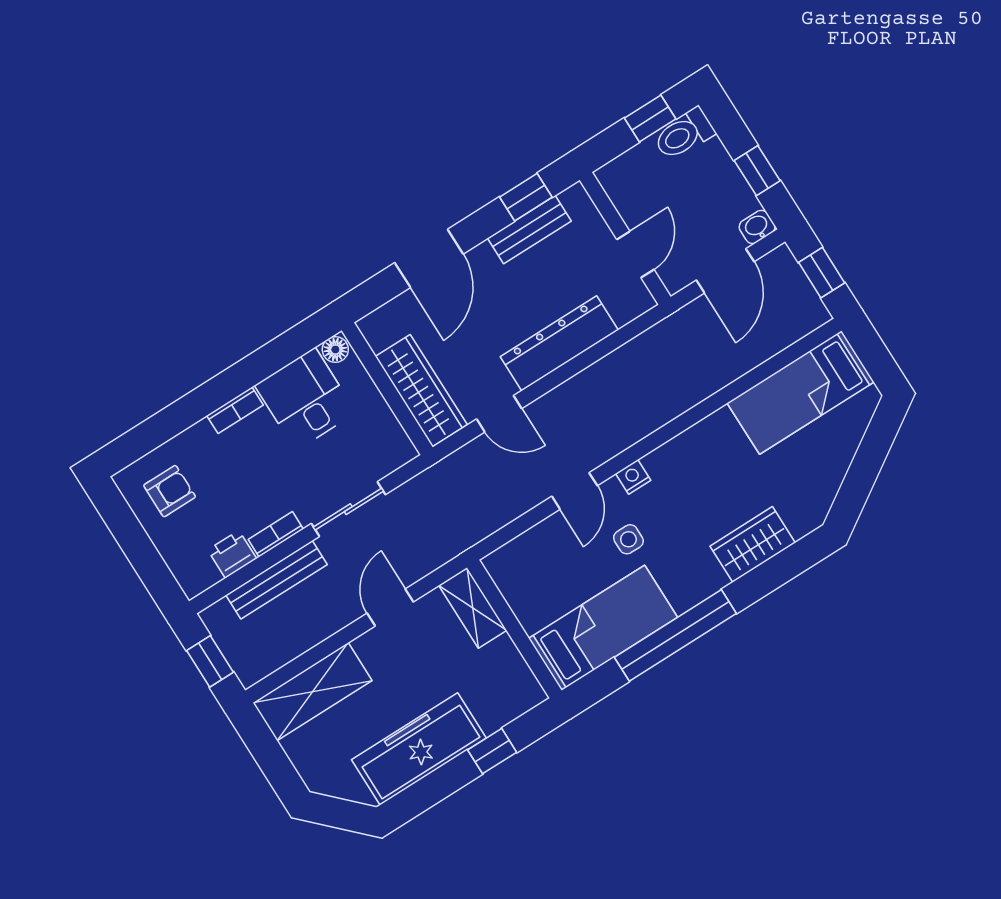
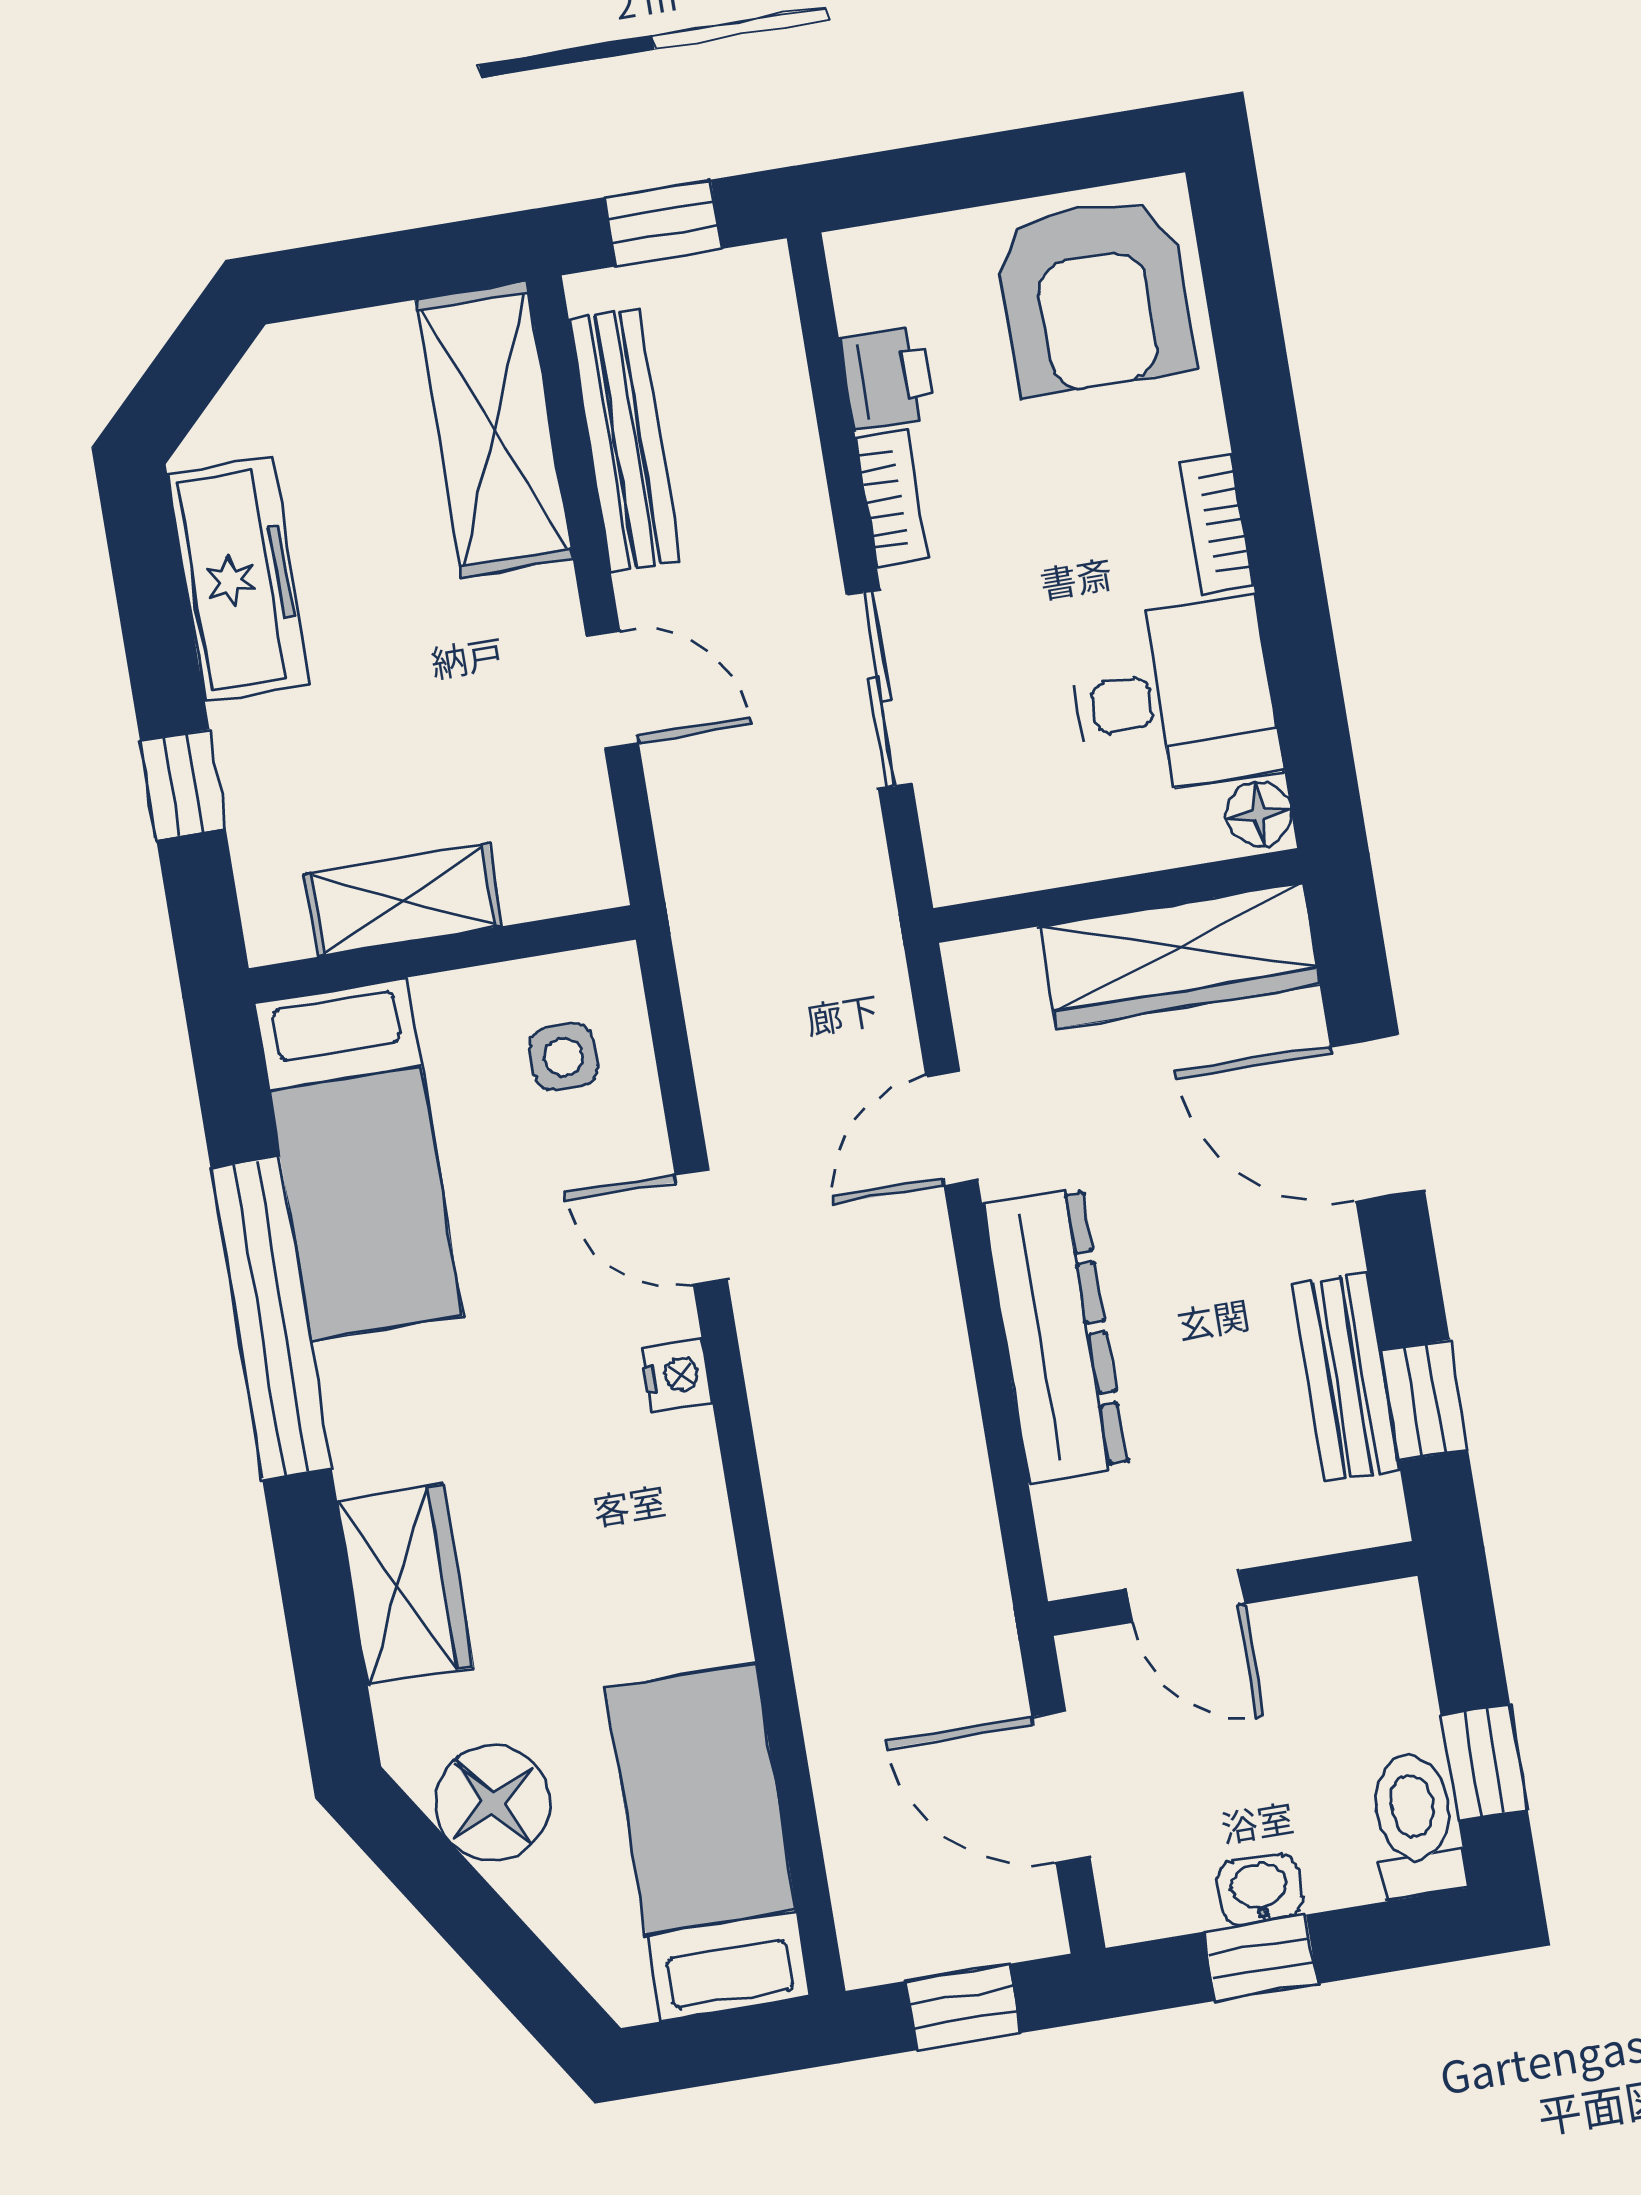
washbasin: (757, 227) -> (1260, 1889), moved, turned -90
wardrobe: (421, 391) -> (1180, 955), moved
floor lamp: (820, 478) -> (493, 1803), added
armchair: (170, 491) -> (1094, 295), width x1.88, depth x1.88
side table: (628, 539) -> (564, 1057), moved
bench: (277, 580) -> (625, 440), moved
shelving: (473, 608) -> (403, 900), moved
freezer: (419, 749) -> (239, 579), width x0.73, depth x0.79

